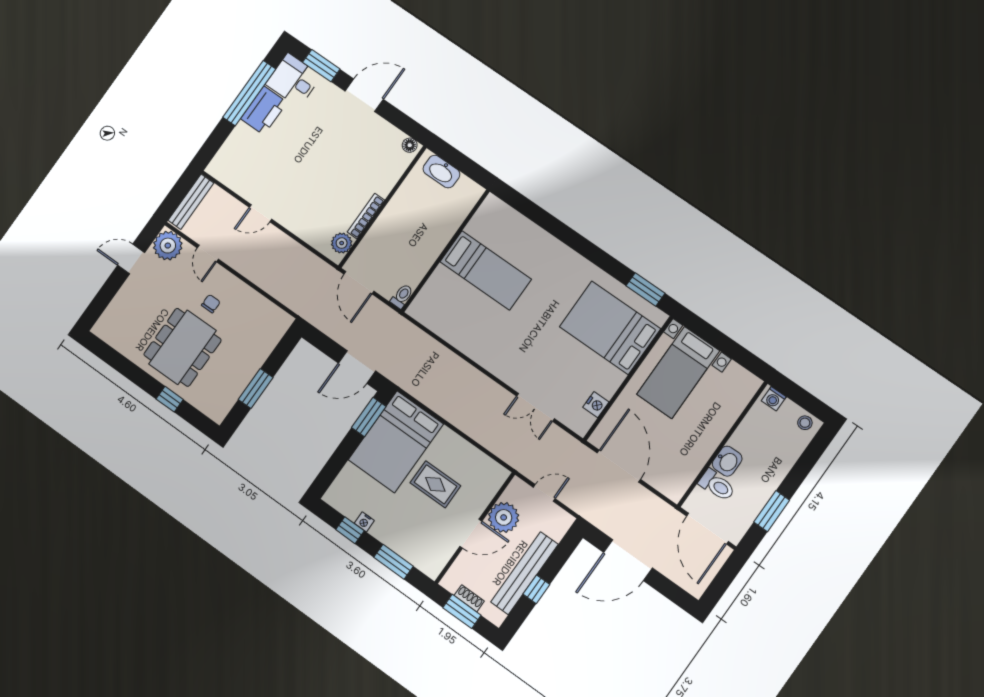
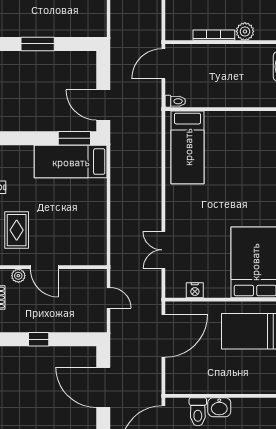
plant: (342, 243) -> (245, 31), moved
bed: (486, 270) -> (188, 147), moved
bed: (396, 442) -> (71, 162), width x0.67
rug: (435, 484) -> (17, 230), moved
plant: (504, 517) -> (18, 276), moved, width x0.53, depth x0.53
bench: (524, 573) -> (44, 323), removed

